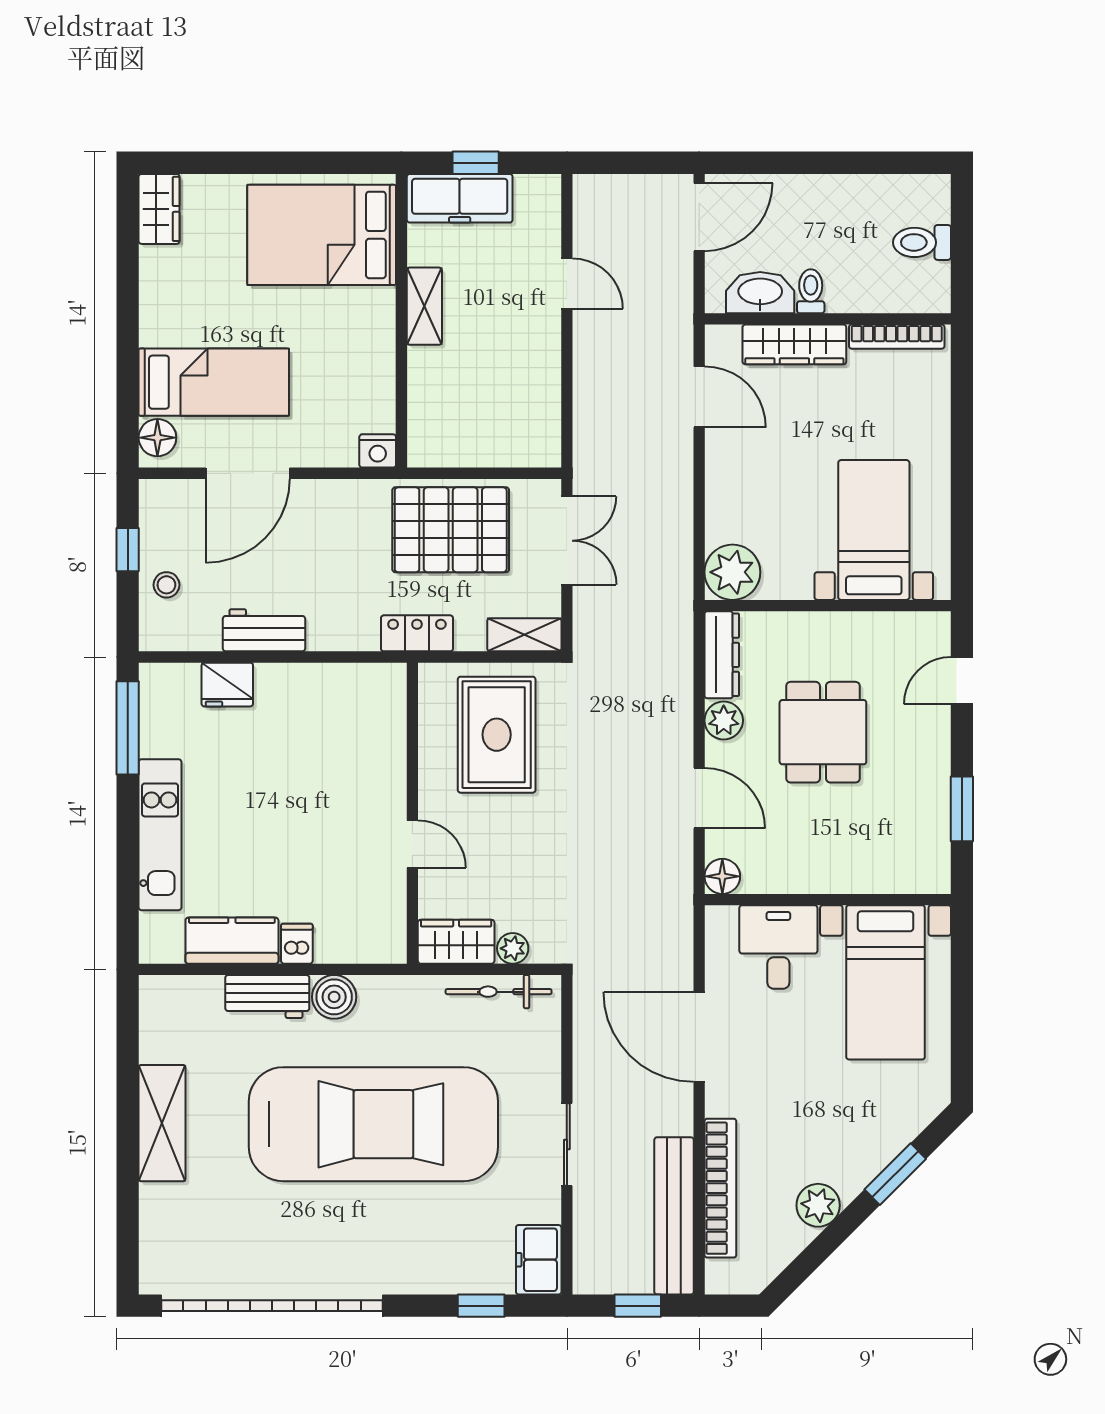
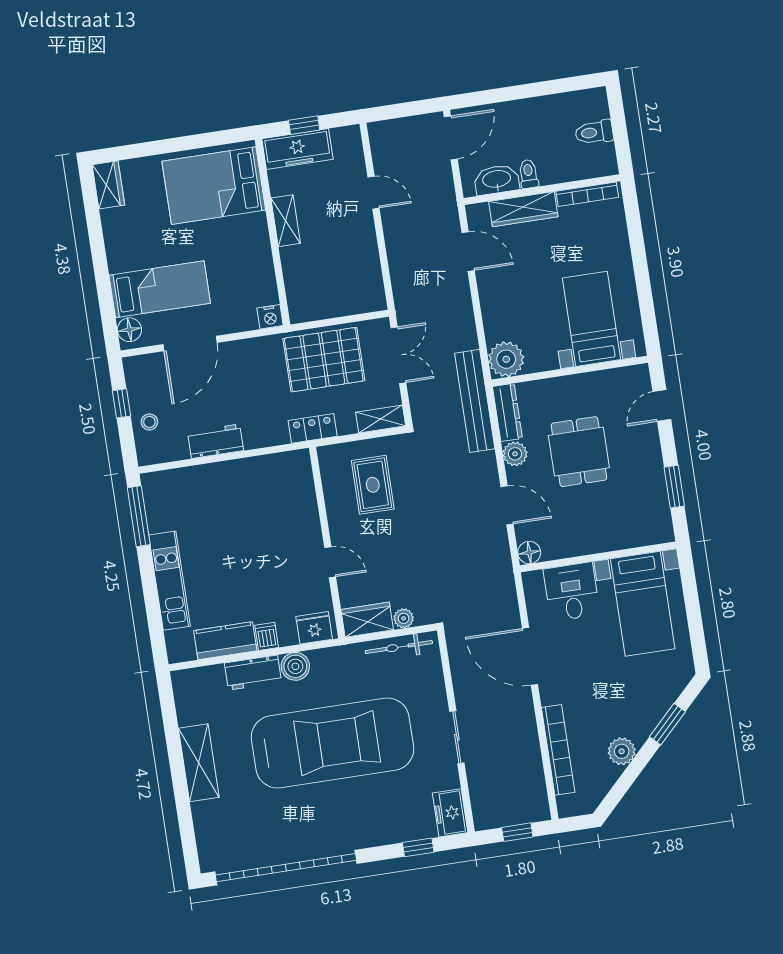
fridge: (227, 685) -> (314, 628), moved, turned 180
rug: (497, 735) -> (373, 485), width x0.73, depth x0.70
bench: (674, 1216) -> (475, 401), moved

